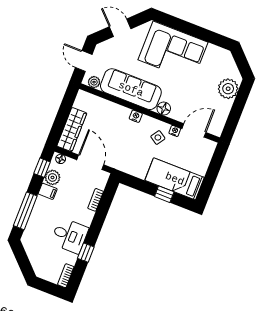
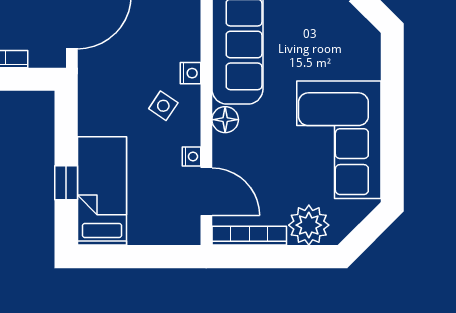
corner sofa: (173, 51) -> (339, 140), moved
bookcase: (222, 118) -> (249, 236), added
side table: (158, 137) -> (163, 106), moved

